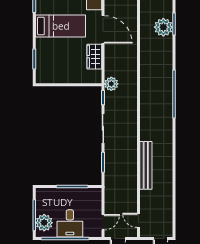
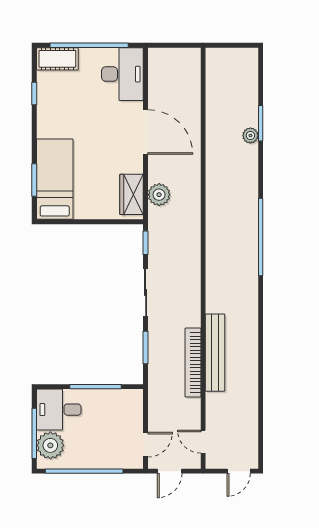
bed: (61, 26) -> (55, 179), moved, turned -90
plant: (163, 27) -> (250, 135), width x0.53, depth x0.53
wardrobe: (94, 57) -> (132, 194), moved
plant: (111, 84) -> (159, 195), moved
bookcase: (132, 172) -> (193, 362), added
desk: (70, 223) -> (59, 410), moved, turned 90

